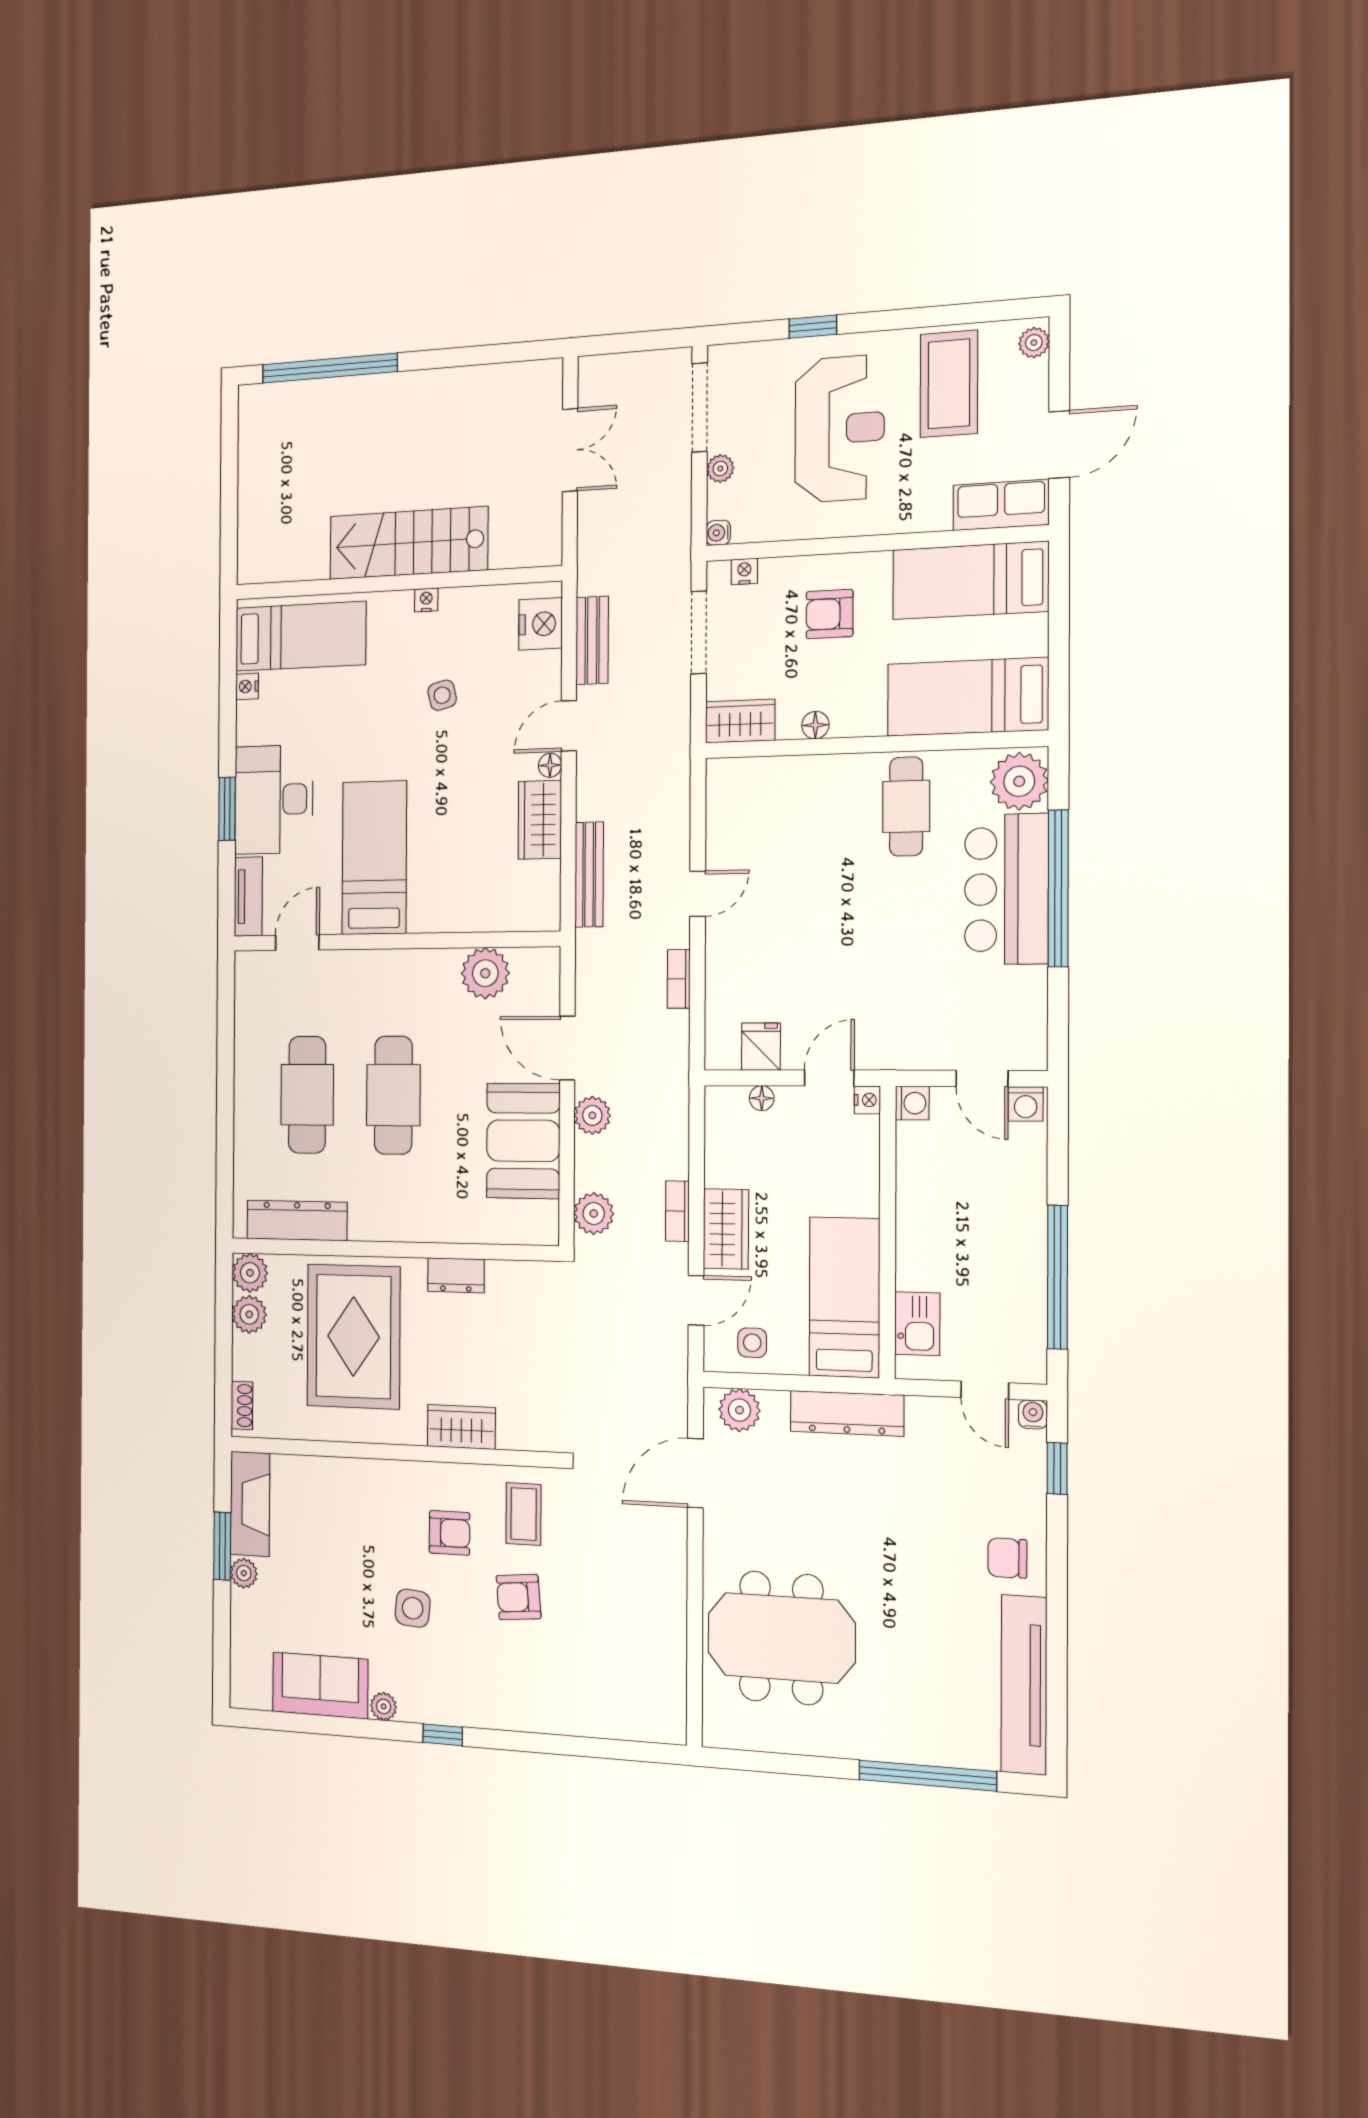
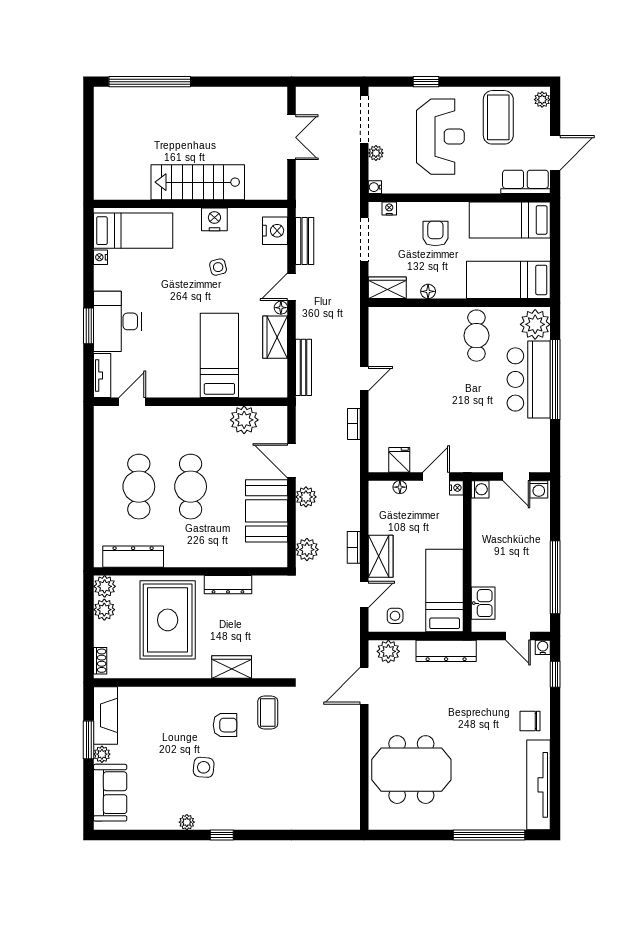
nightstand: (426, 600) -> (214, 219), width x1.89, depth x1.79
armchair: (830, 614) -> (435, 233), turned 90
bed: (374, 858) -> (219, 355), moved
dresser: (456, 1275) -> (228, 585), width x1.44
armchair: (519, 1597) -> (265, 757), removed
sofa: (320, 1685) -> (110, 793), moved, turned 90

